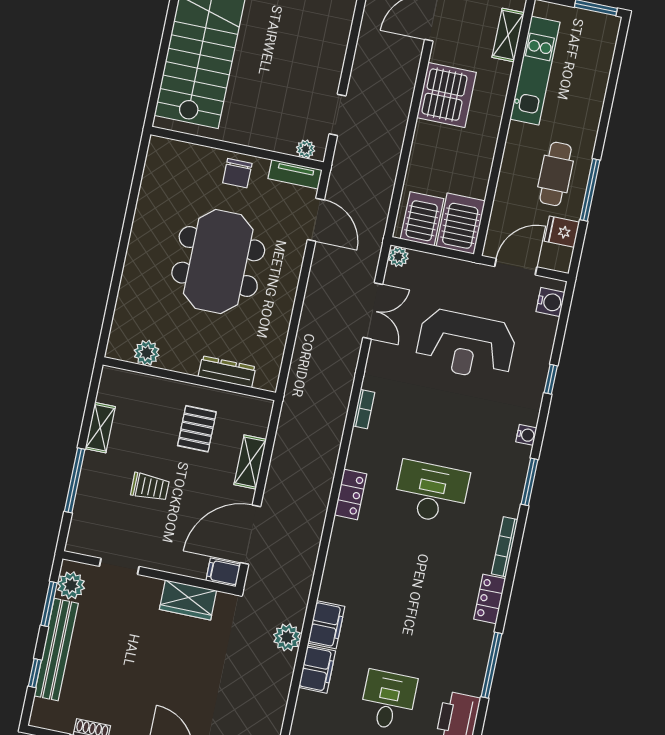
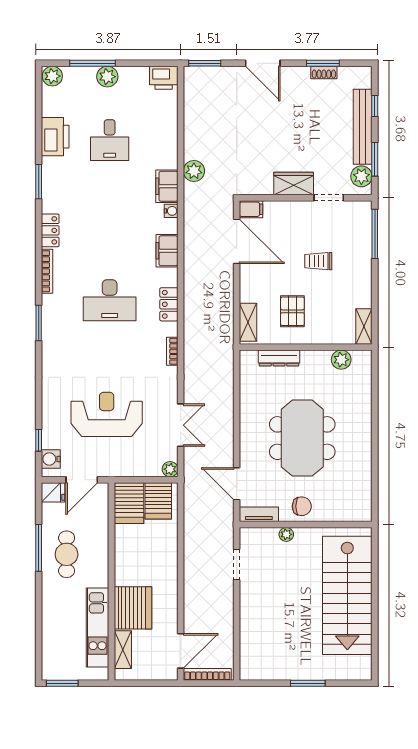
server rack: (446, 95) -> (133, 608), moved, turned 180
plant: (306, 149) -> (286, 534), moved
chair: (237, 173) -> (302, 506), turned 90
fridge: (562, 232) -> (53, 492), moved
double door: (373, 311) -> (181, 425), swing flipped
window: (551, 379) -> (39, 440), moved
shelving: (100, 428) -> (364, 327), moved
water cooler: (526, 435) -> (171, 211), moved, turned 180
shelving: (250, 462) -> (248, 322), moved
window: (75, 480) -> (375, 234), moved
locker: (351, 494) -> (169, 304), moved
door: (251, 535) -> (237, 241), hinge flipped
wardrobe: (188, 600) -> (294, 183), moved
window: (492, 665) -> (39, 182), width x0.69
filing cabinet: (317, 669) -> (167, 251), moved

